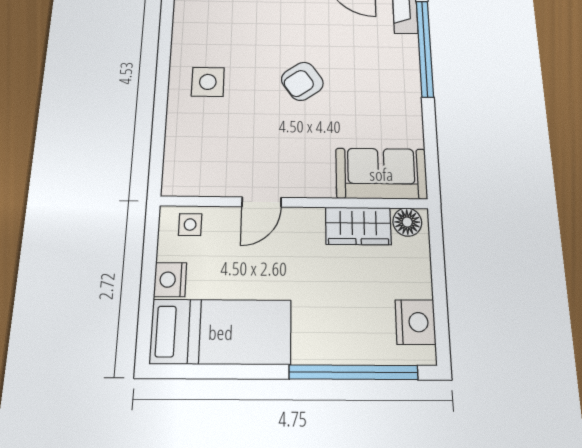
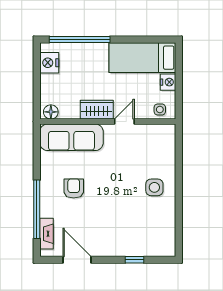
armchair: (302, 81) -> (74, 188), moved, turned -55
sofa: (381, 174) -> (71, 137), width x1.36
wardrobe: (358, 226) -> (97, 110), moved

